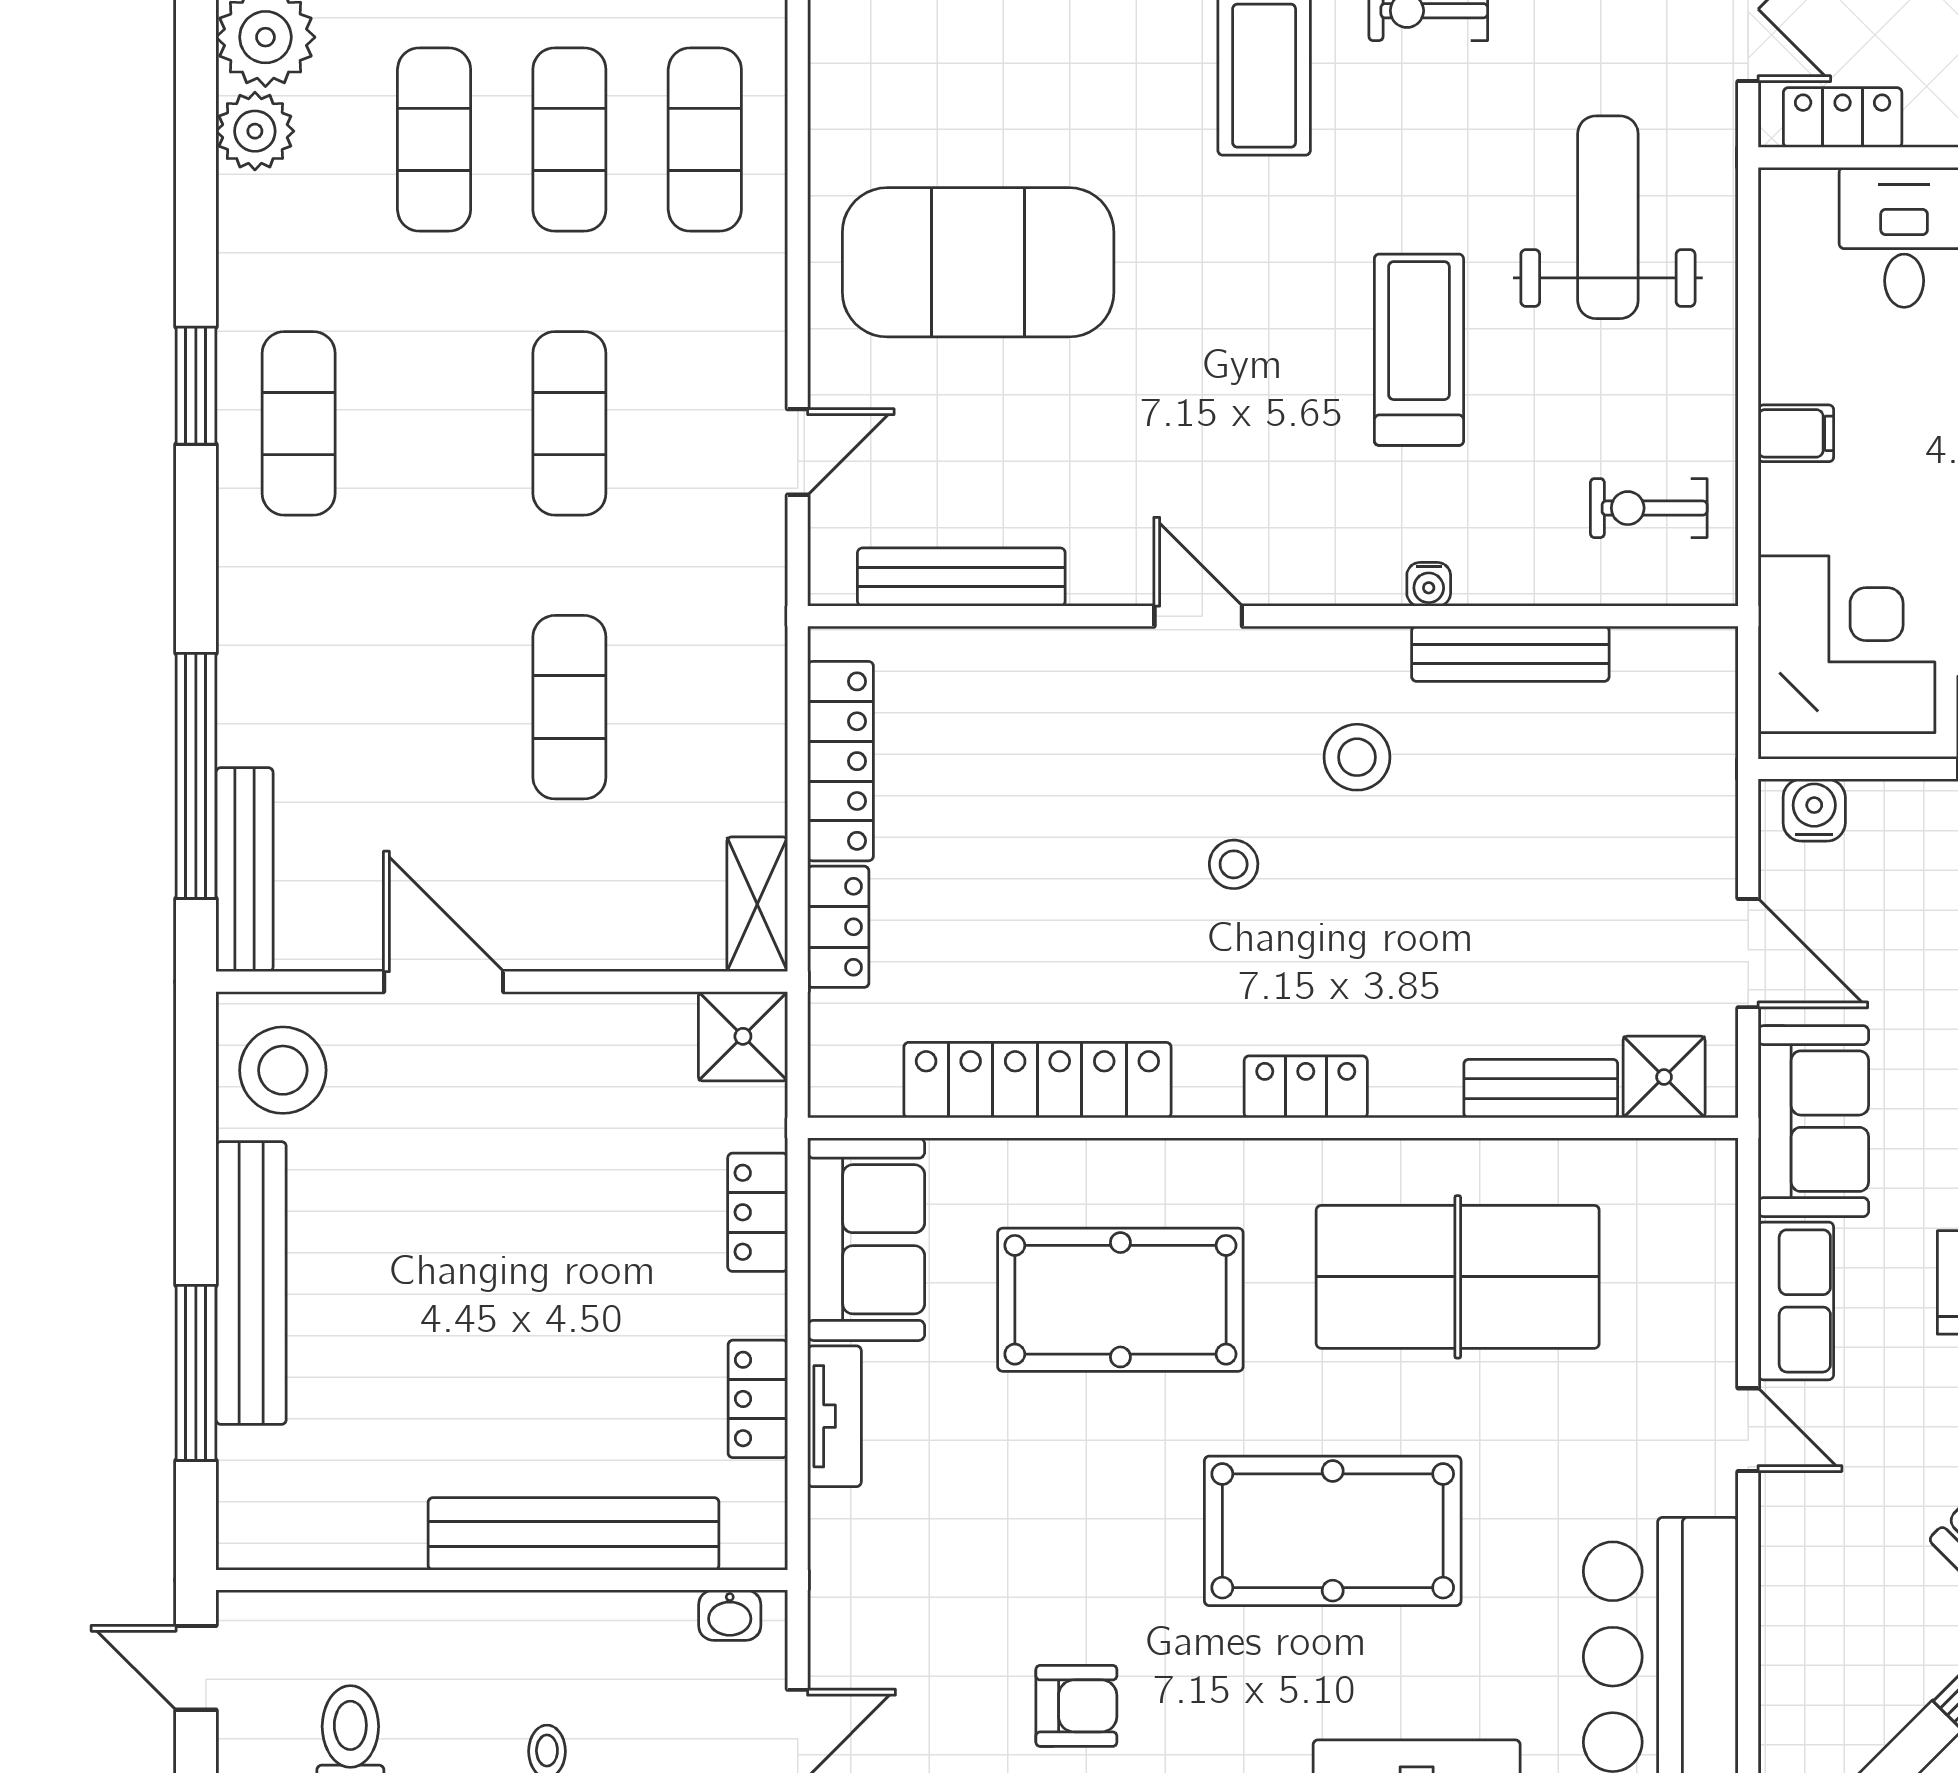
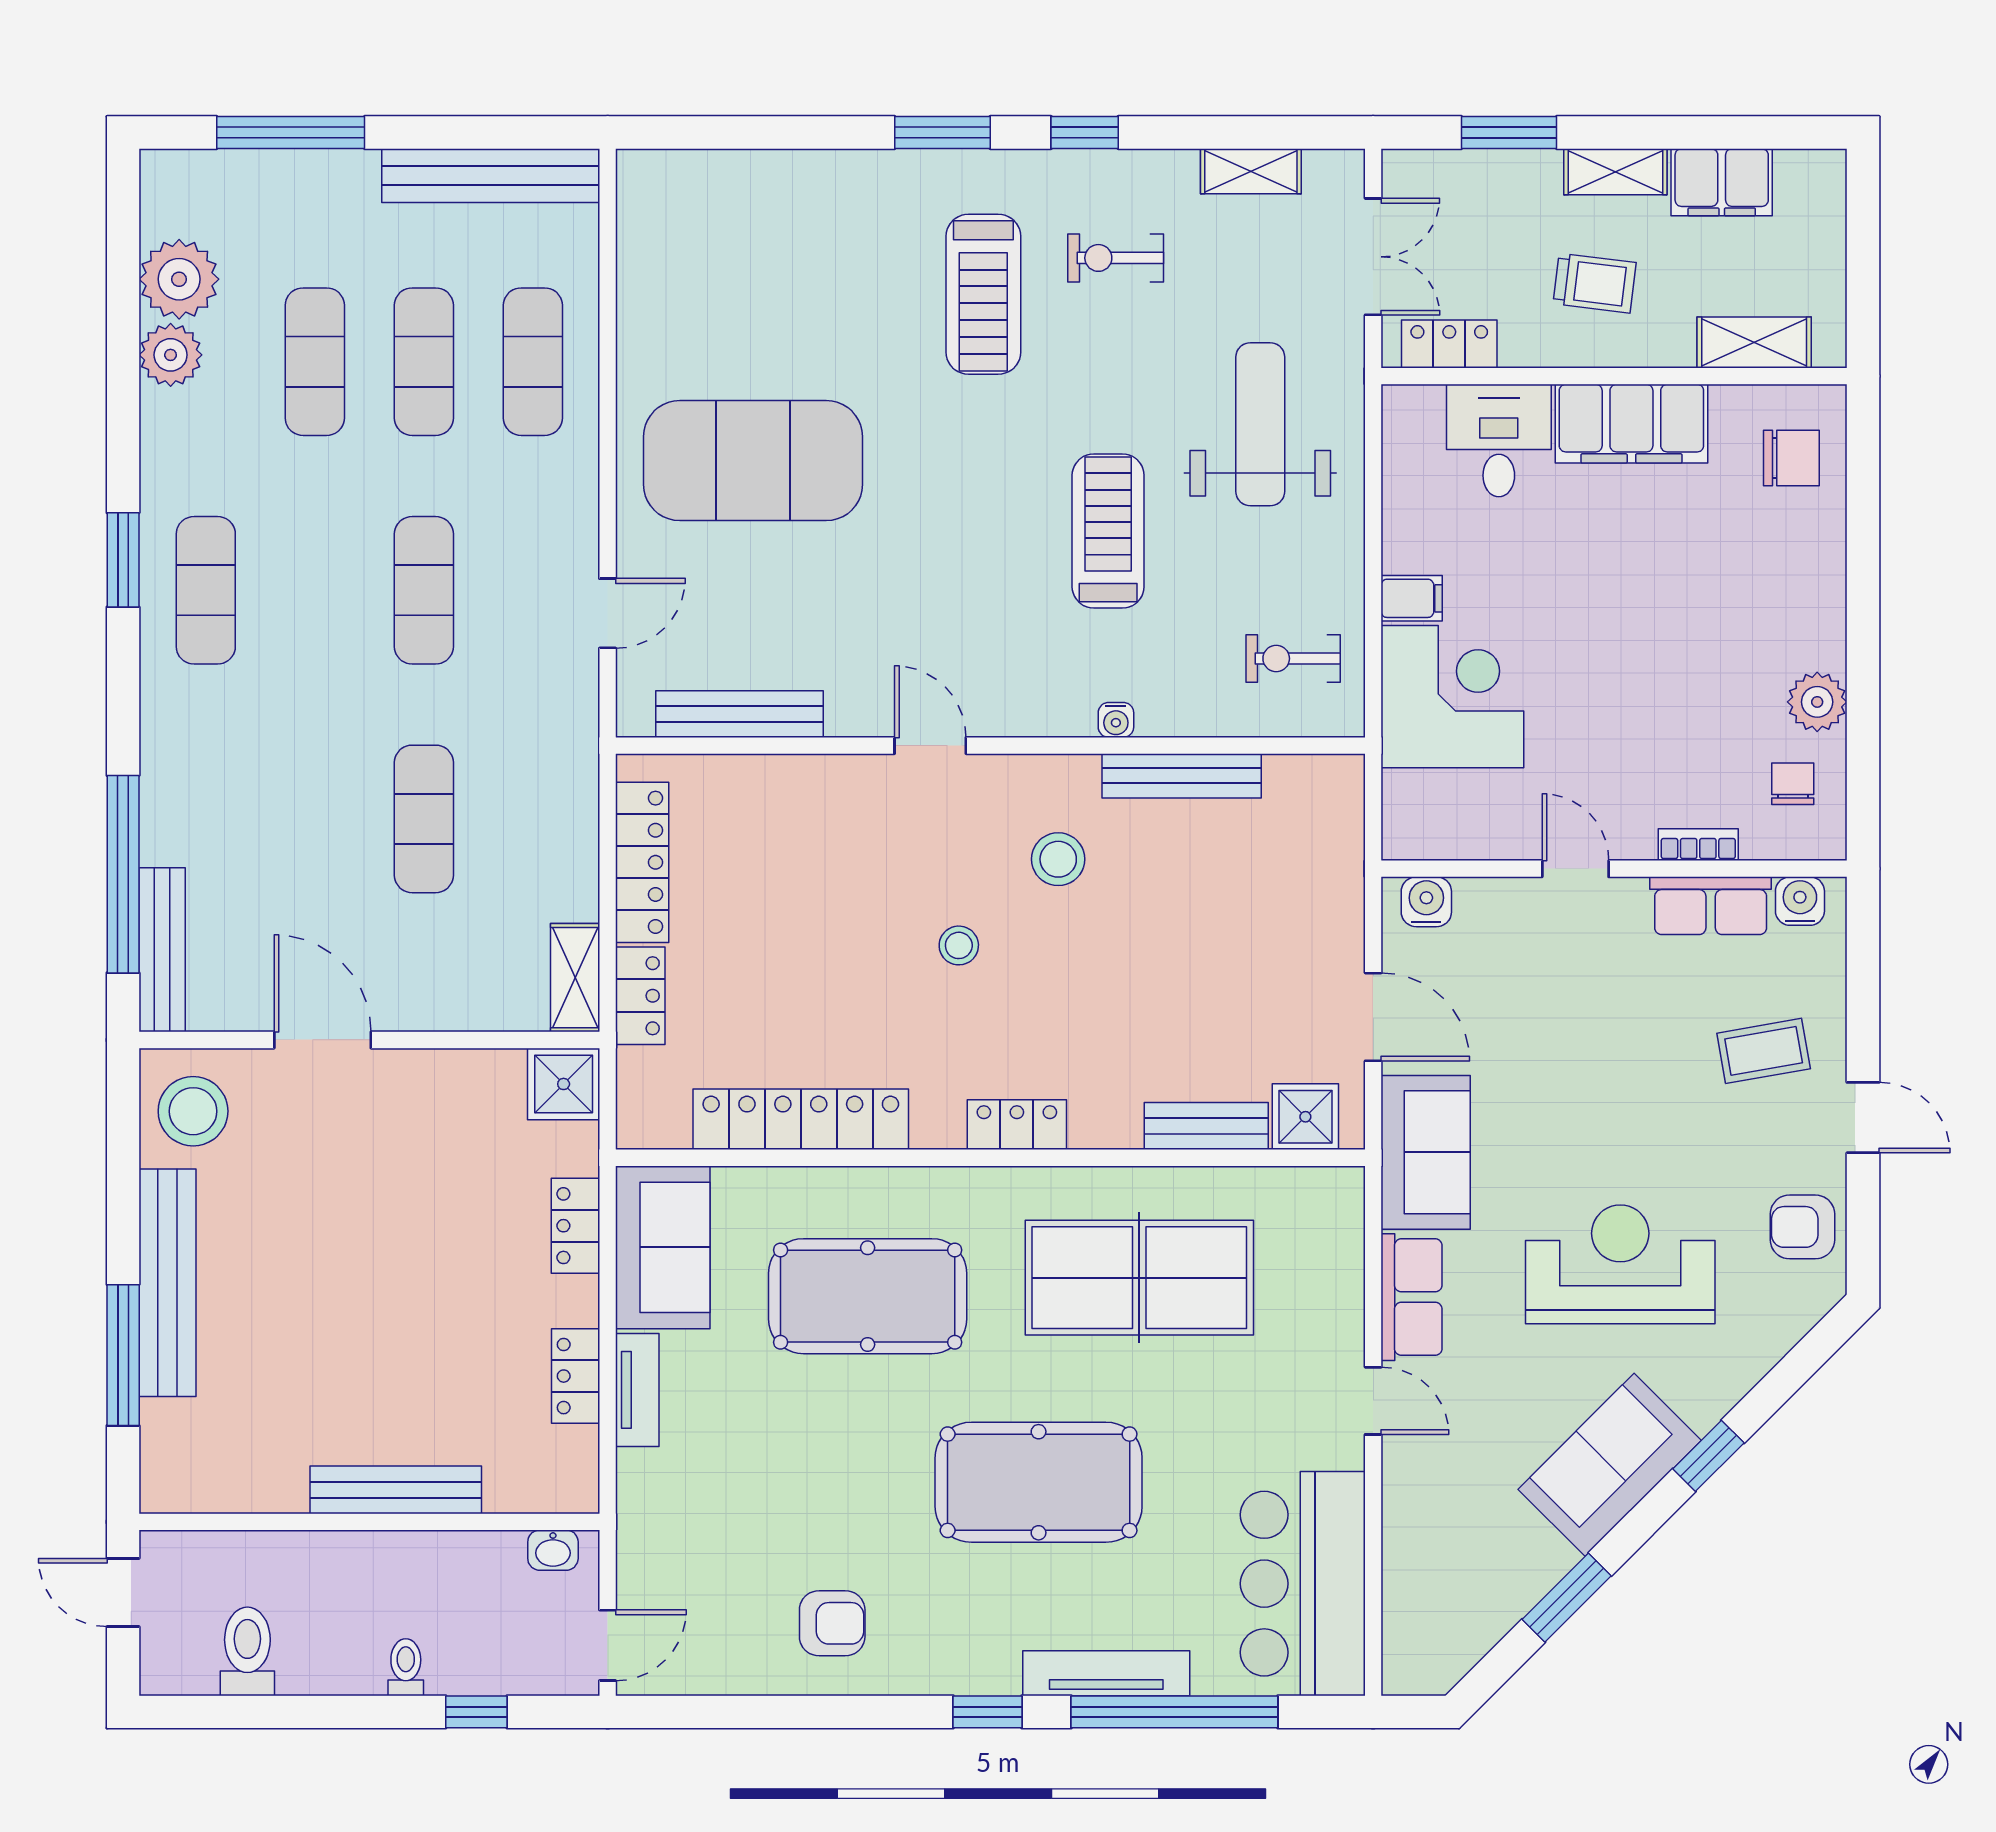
corner desk: (1847, 644) -> (1452, 697), moved
bench: (574, 1534) -> (396, 1490), width x0.73, depth x0.82

